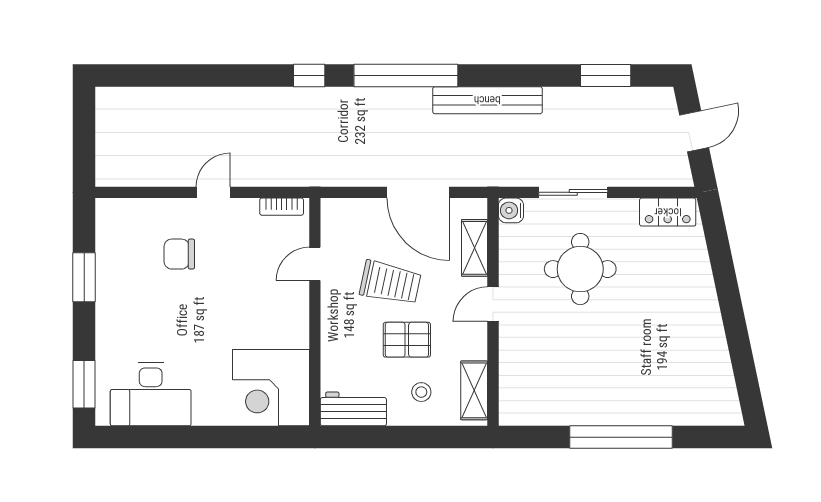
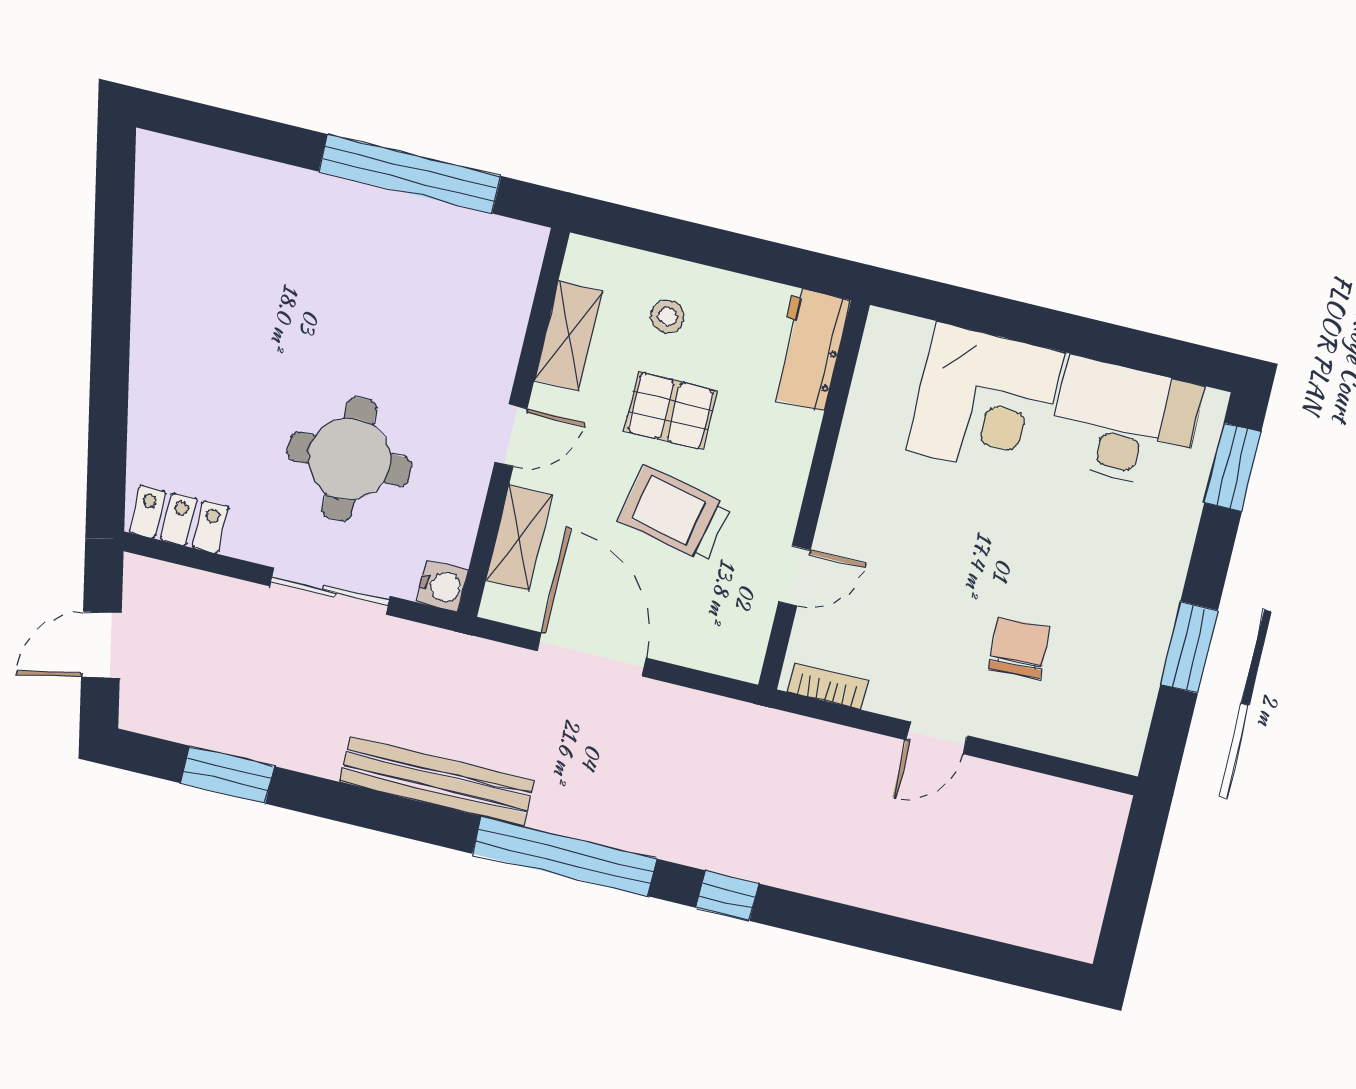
chair: (179, 254) -> (1019, 648), turned -93
corner desk: (271, 388) -> (986, 401), moved, turned 90
shelving: (474, 390) -> (569, 336), moved
workbench: (353, 409) -> (809, 349), moved, turned 90
window: (621, 437) -> (410, 174), moved

